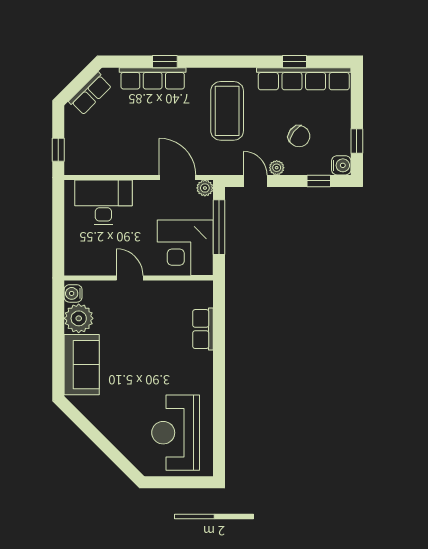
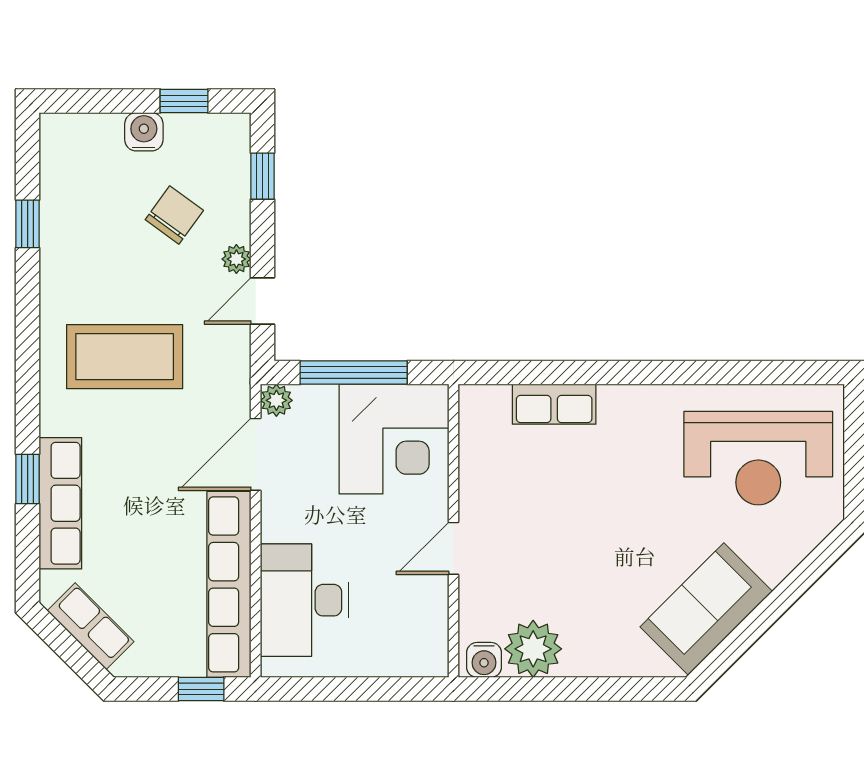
row of seats: (304, 79) -> (229, 584), moved, turned 180
water cooler: (341, 165) -> (144, 132), moved
sofa: (82, 365) -> (706, 609), moved, turned -45

